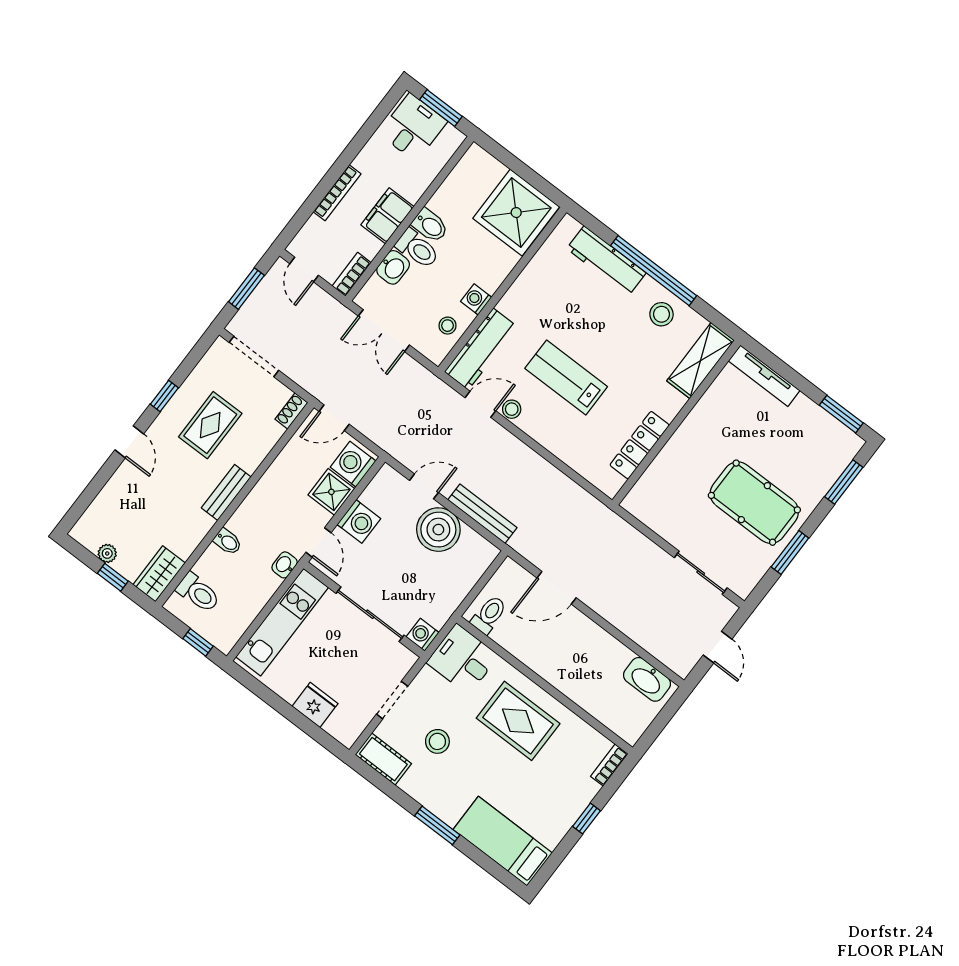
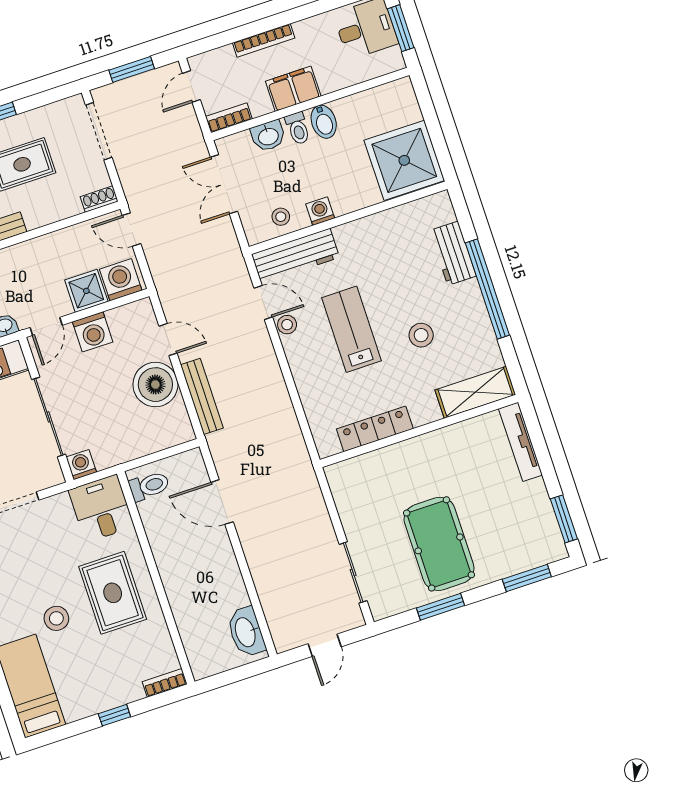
toilet: (417, 249) -> (298, 128), width x0.73, depth x0.72
workbench: (606, 261) -> (453, 253), width x0.73
stool: (661, 314) -> (421, 335), moved
stool: (437, 741) -> (56, 618), moved

